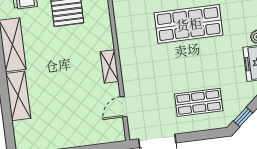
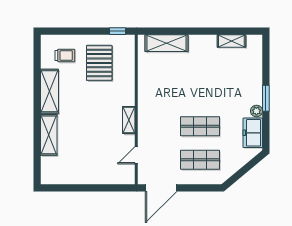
shop shelf: (189, 24) -> (200, 126), moved, width x0.70, depth x0.74
window: (243, 117) -> (236, 177), removed

